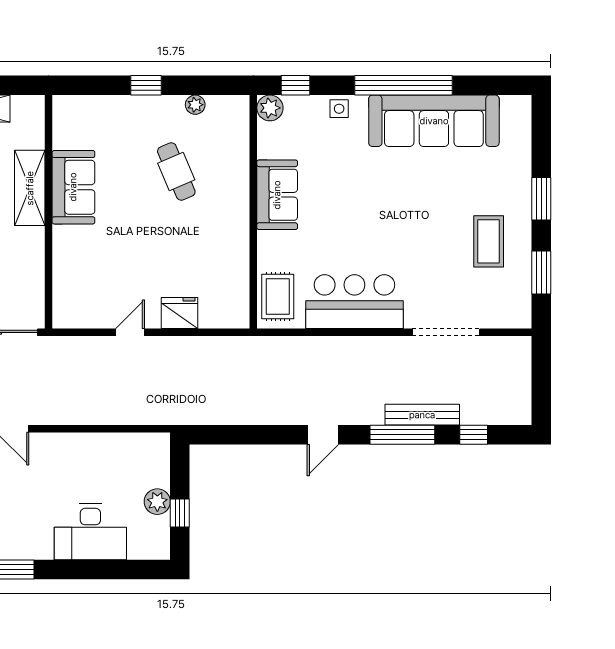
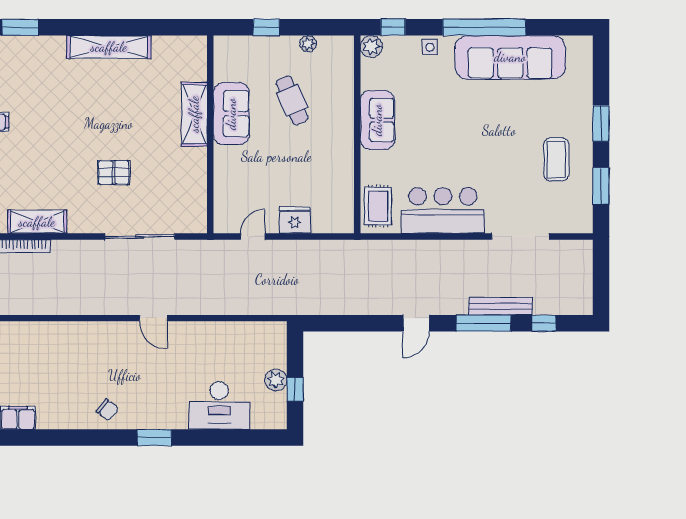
sofa: (73, 187) -> (231, 114), moved
shelving: (30, 188) -> (194, 114), moved
wall: (49, 212) -> (210, 134), moved

